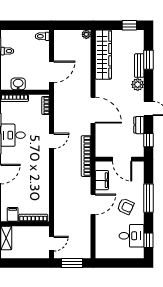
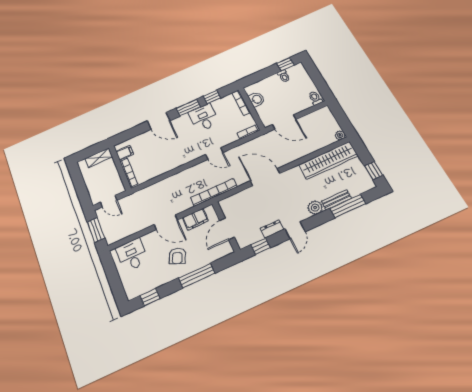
window: (148, 60) -> (348, 206), width x1.44
door: (93, 110) -> (265, 177), swing flipped
desk: (131, 236) -> (132, 255), moved, turned 180

